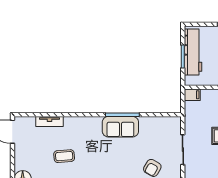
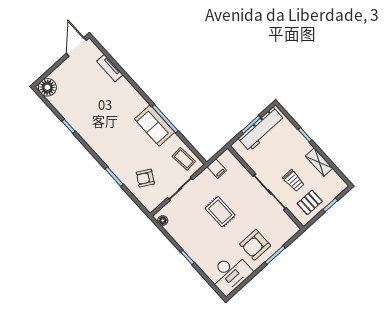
filing cabinet: (192, 95) -> (217, 169), moved
coffee table: (64, 156) -> (184, 159), moved

